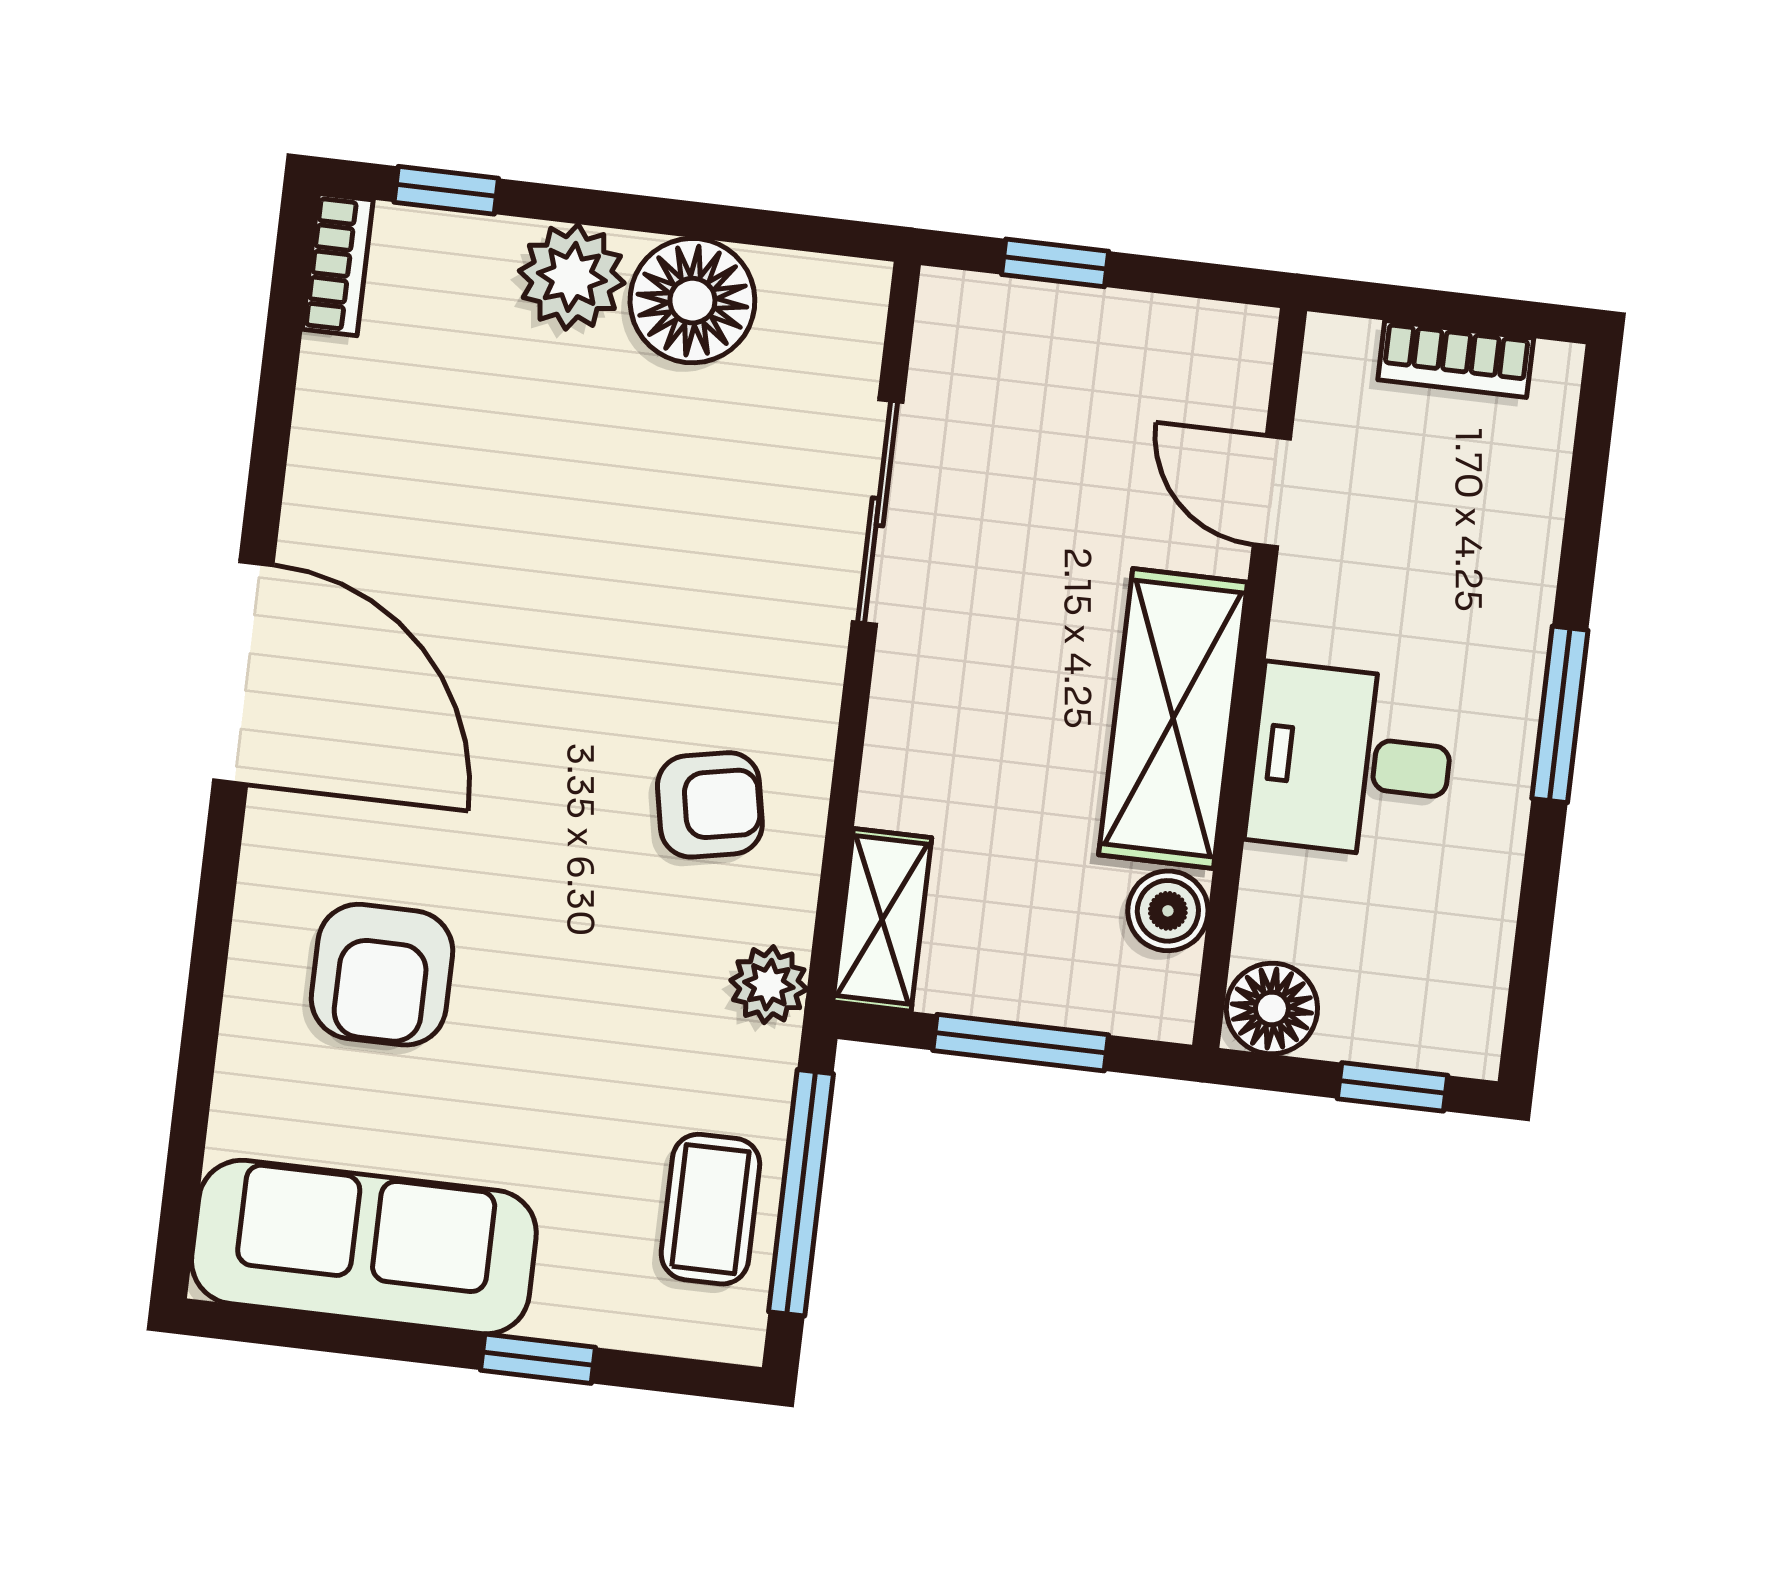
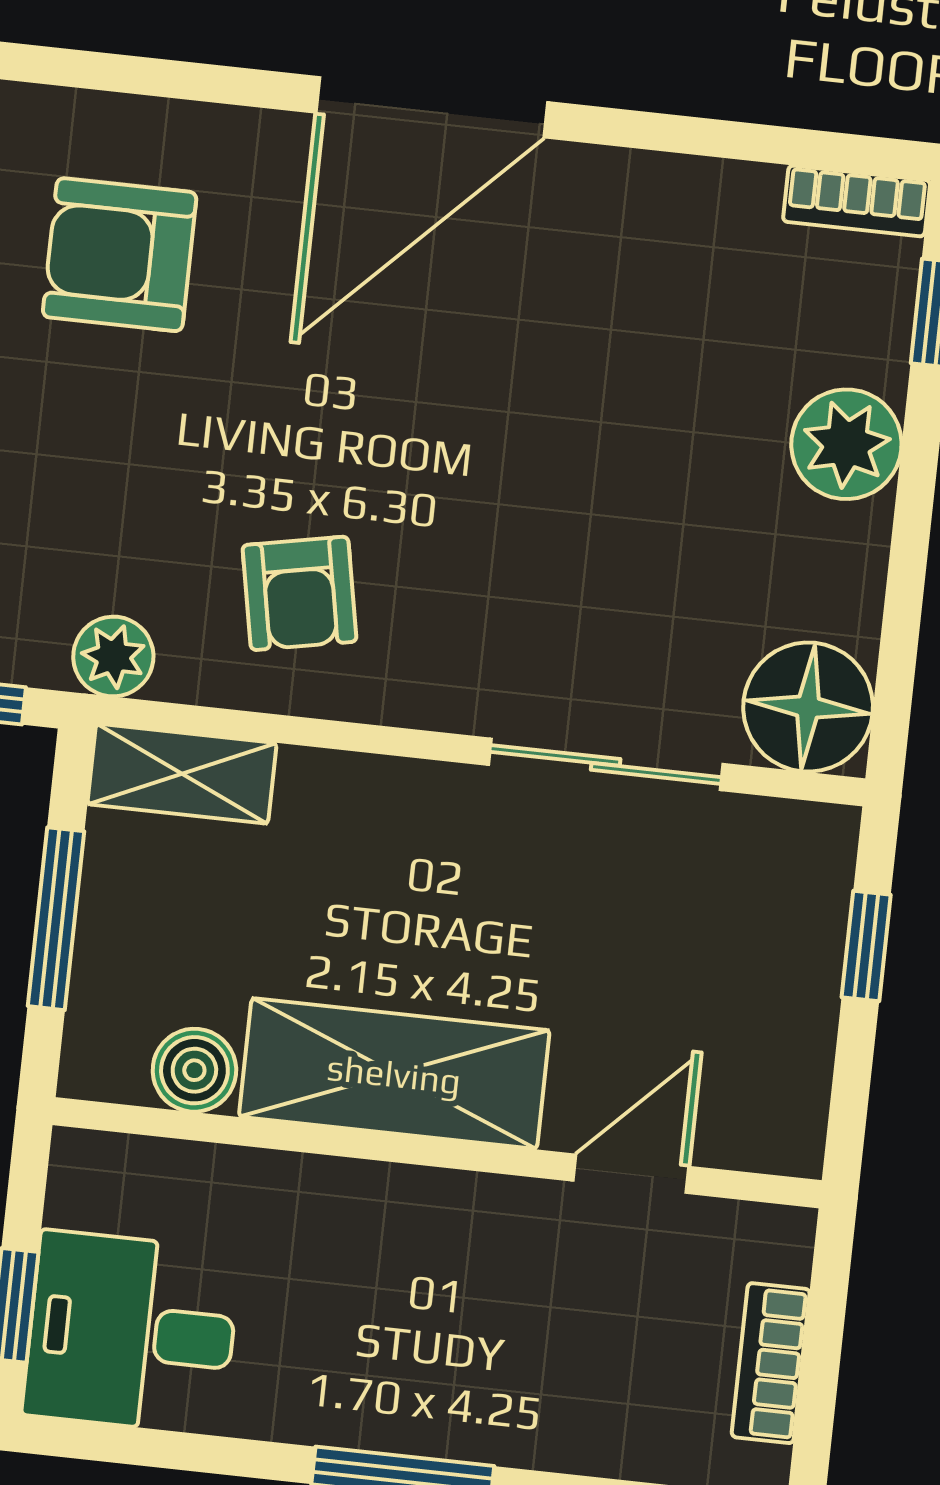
floor lamp: (692, 301) -> (808, 707), moved
desk: (1351, 762) -> (131, 1333), moved, turned -90
floor lamp: (1272, 1009) -> (94, 1179), removed

